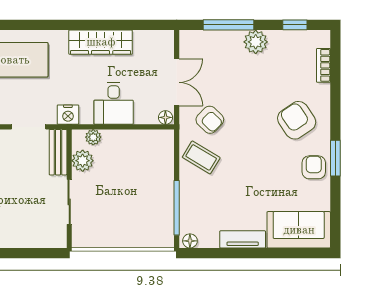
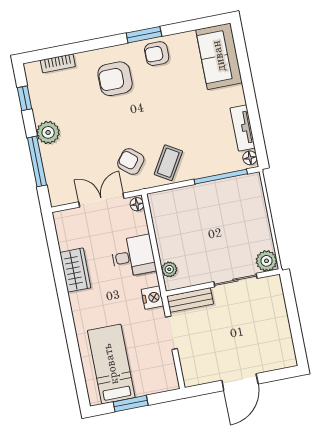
wardrobe: (101, 42) -> (75, 270), width x0.67
armchair: (210, 120) -> (131, 162), turned -95
armchair: (297, 120) -> (115, 79), turned 34
plant: (83, 161) -> (266, 261), moved
tv unit: (243, 239) -> (243, 128), moved

